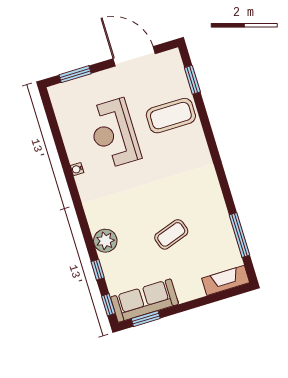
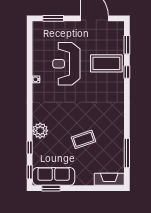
window: (204, 119) -> (127, 72), added

